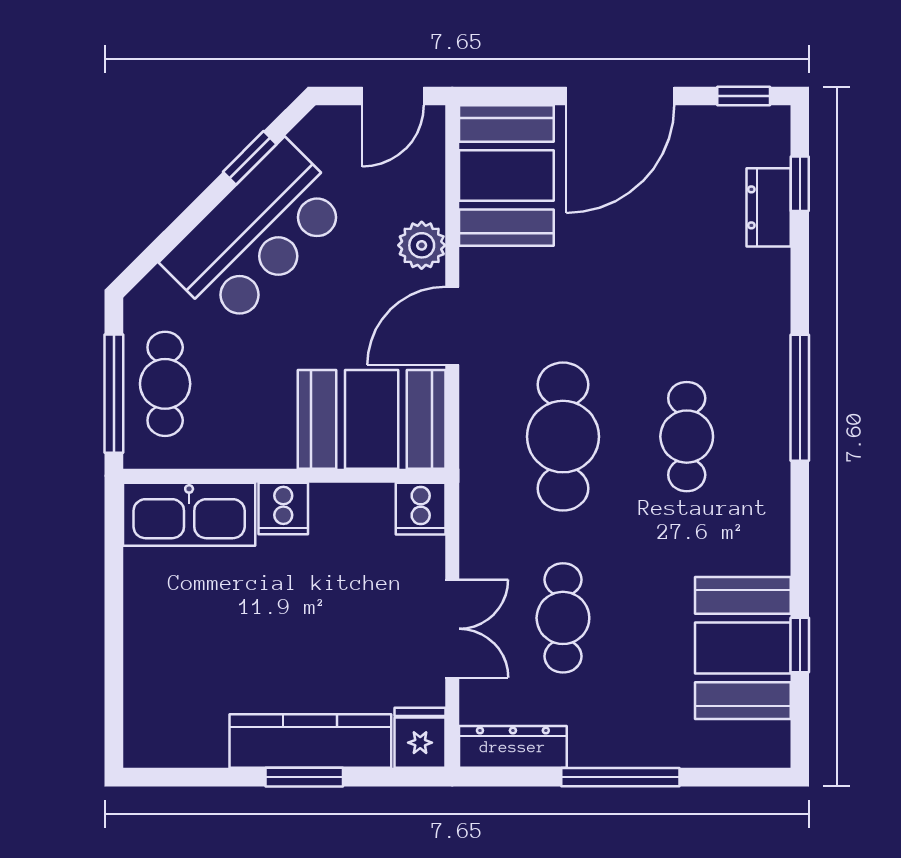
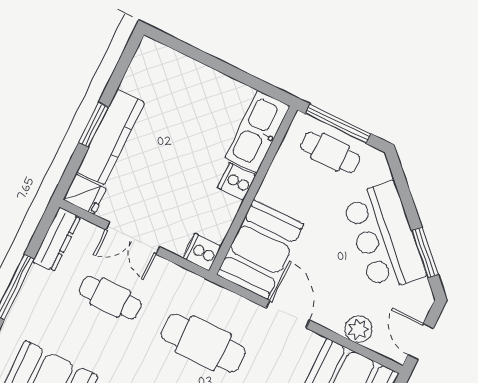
window: (250, 158) -> (425, 253), width x1.50
plant: (422, 245) -> (358, 329), moved

